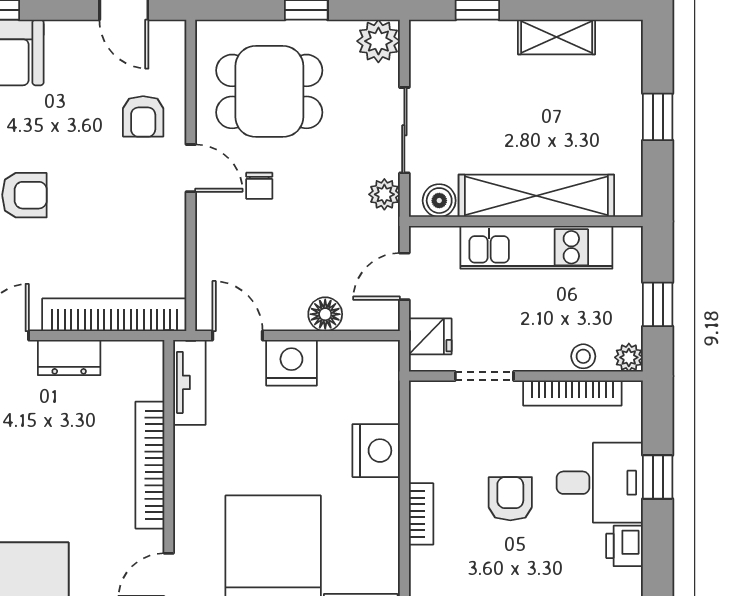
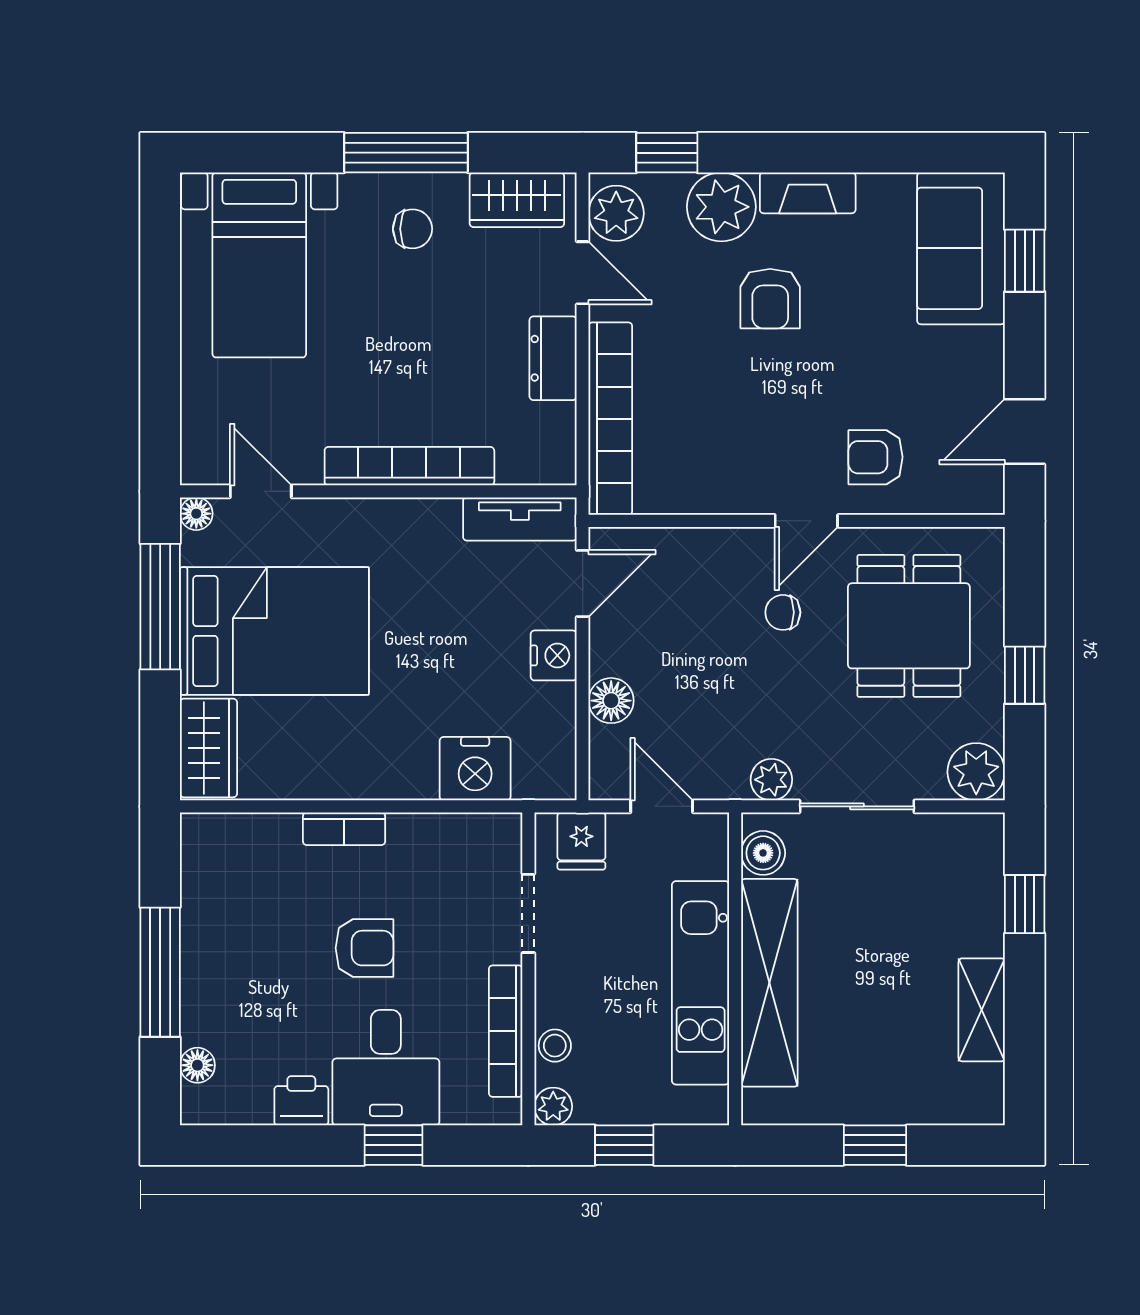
nightstand: (291, 363) -> (554, 655), width x0.74, depth x0.75
nightstand: (376, 451) -> (475, 769), moved

